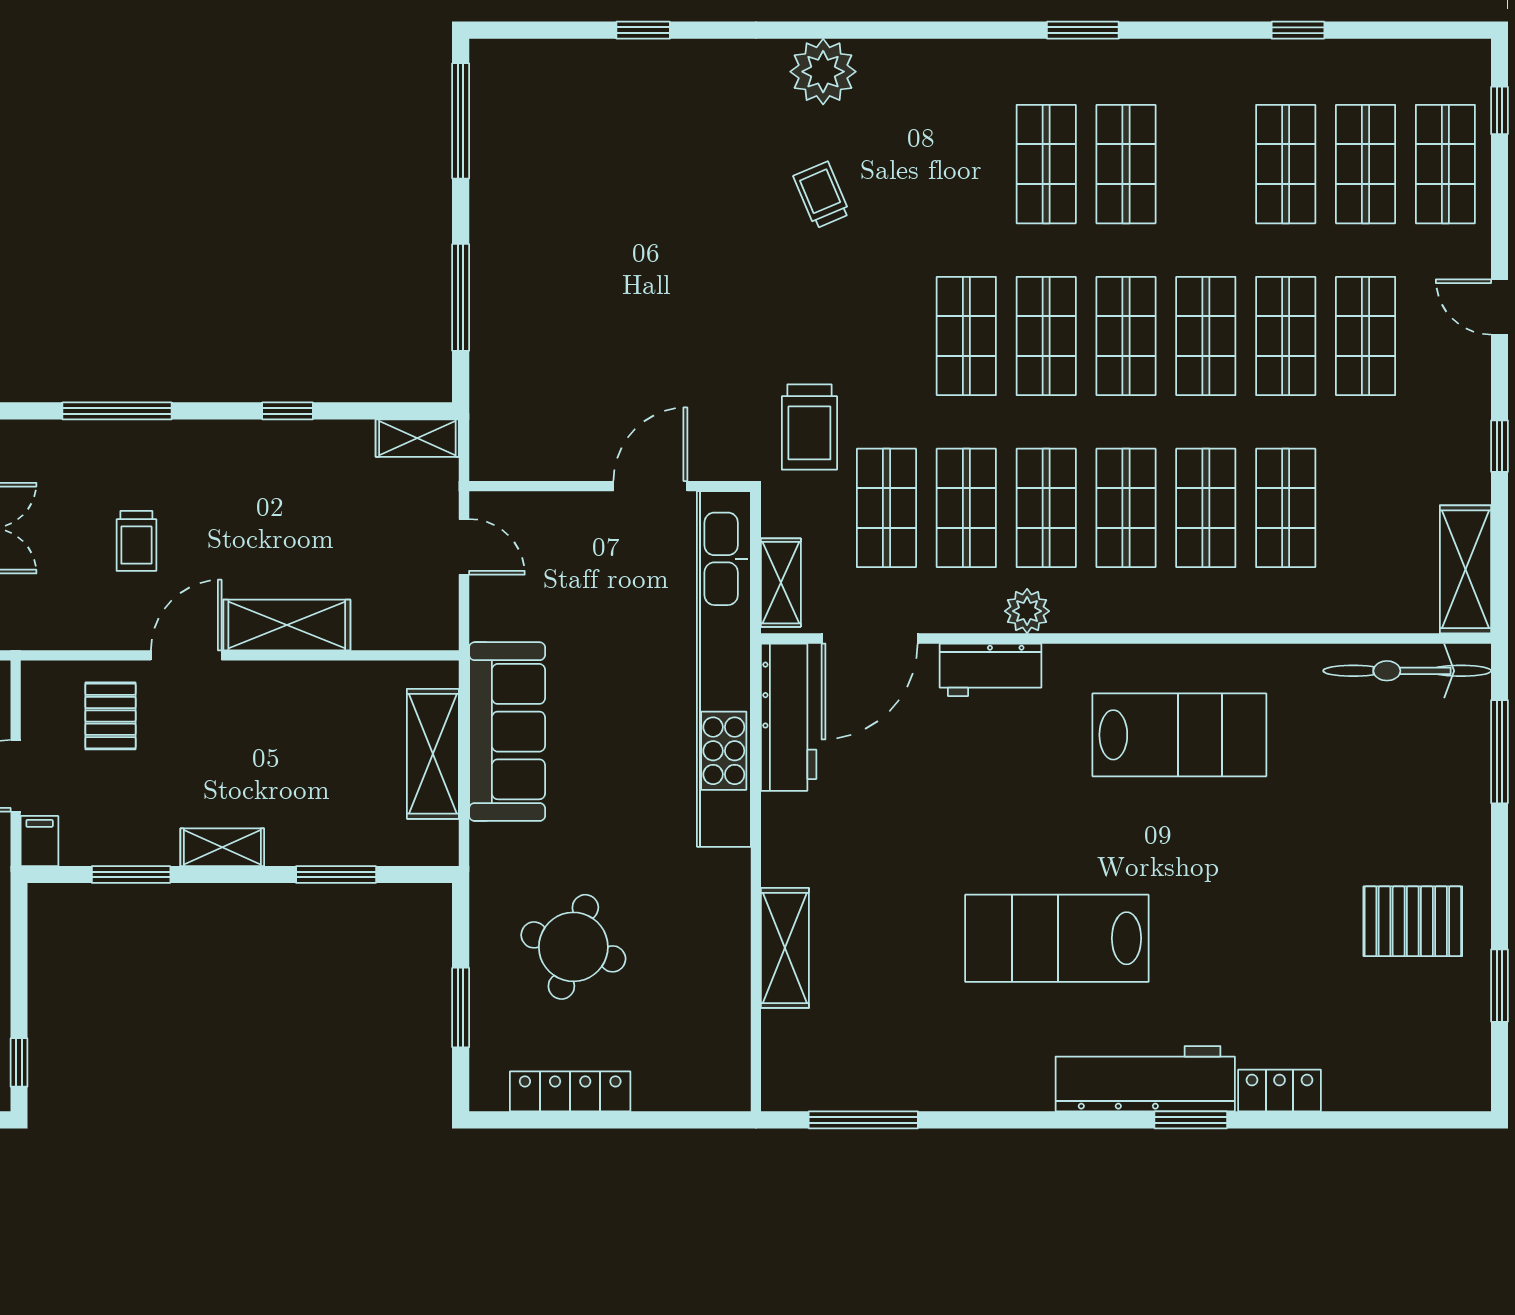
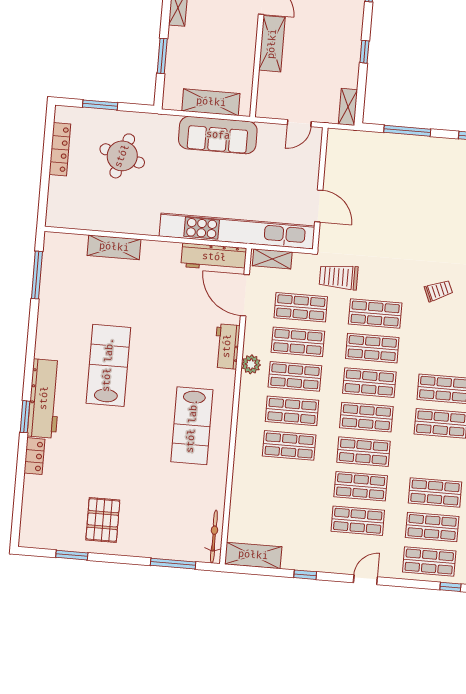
shop shelf: (1286, 508) -> (375, 314), moved
bicycle: (1407, 671) -> (214, 537), width x0.73, depth x0.71

